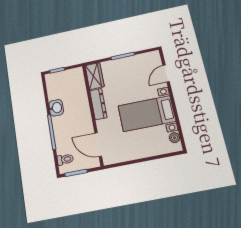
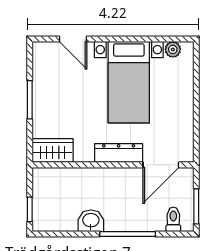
dresser: (98, 104) -> (119, 153), moved

